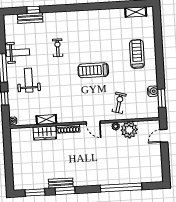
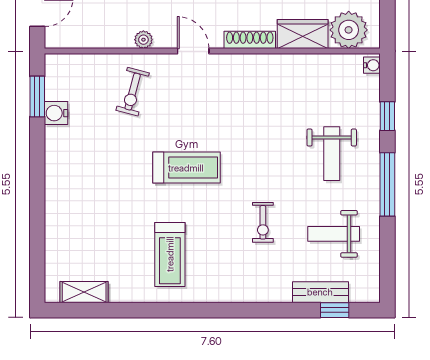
window: (33, 10) -> (335, 310), moved
weight bench: (18, 53) -> (334, 234), moved
treadmill: (137, 54) -> (170, 254), moved
shelving: (46, 120) -> (297, 64), removed
plant: (129, 130) -> (349, 30), moved

